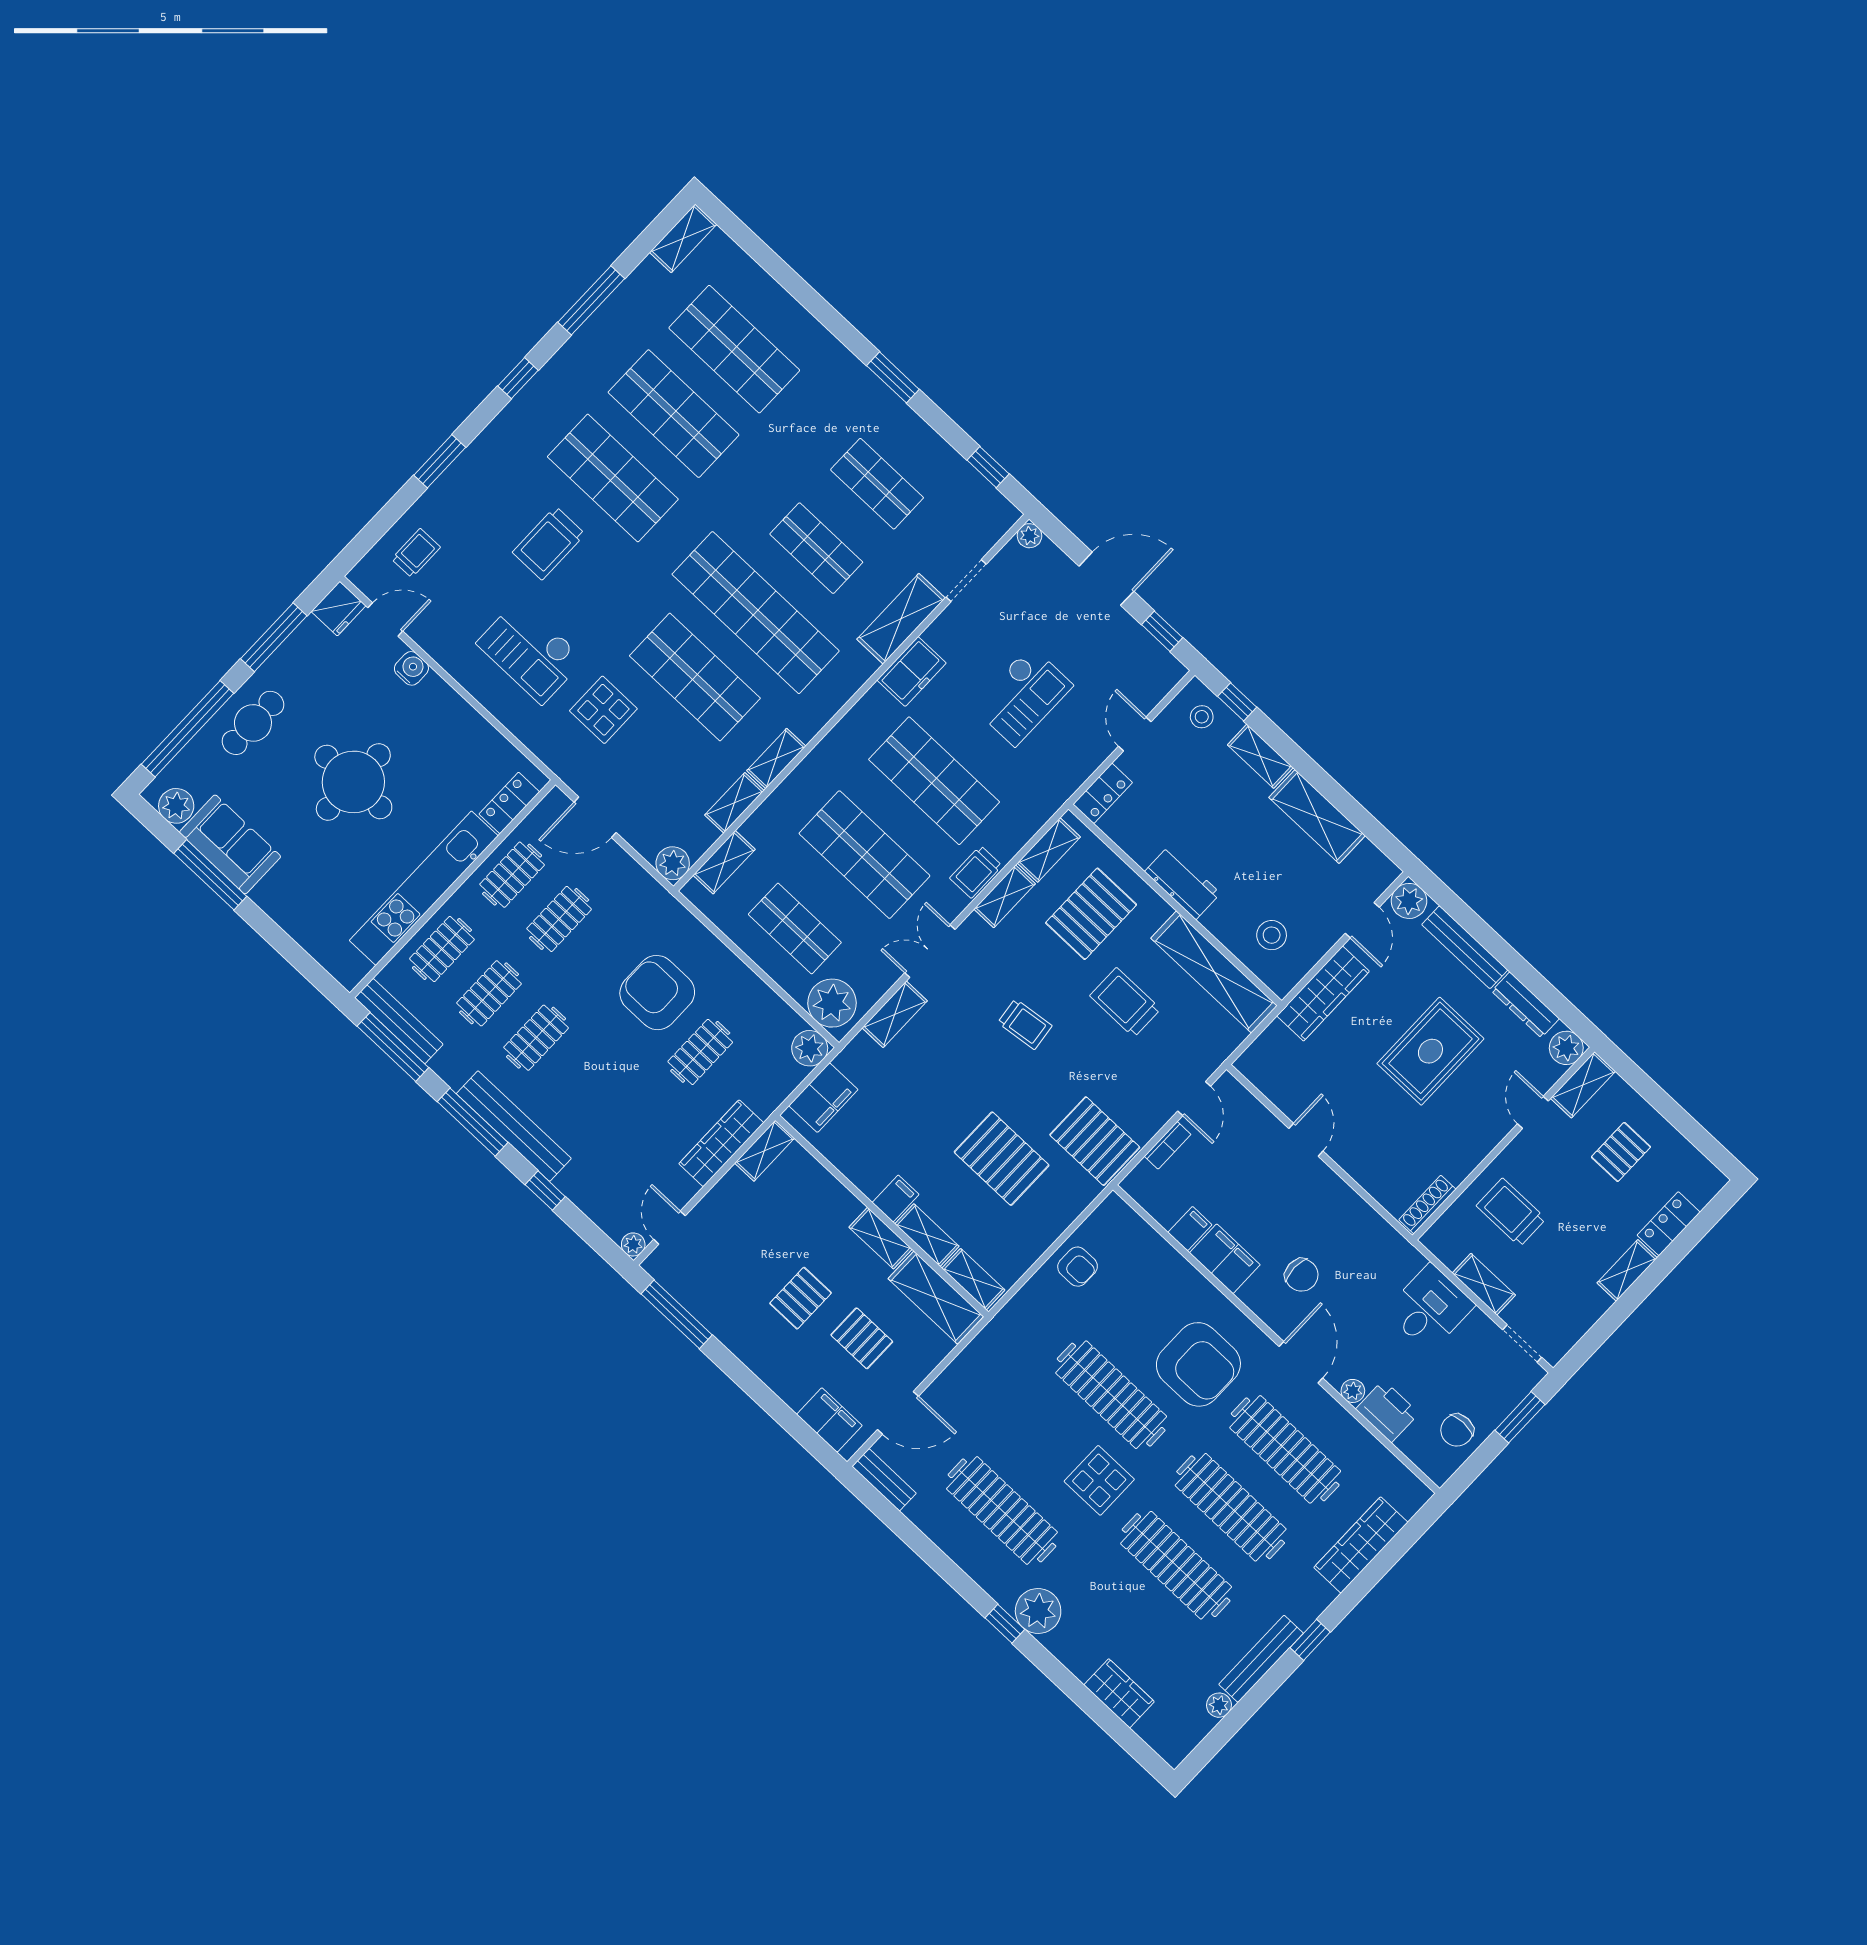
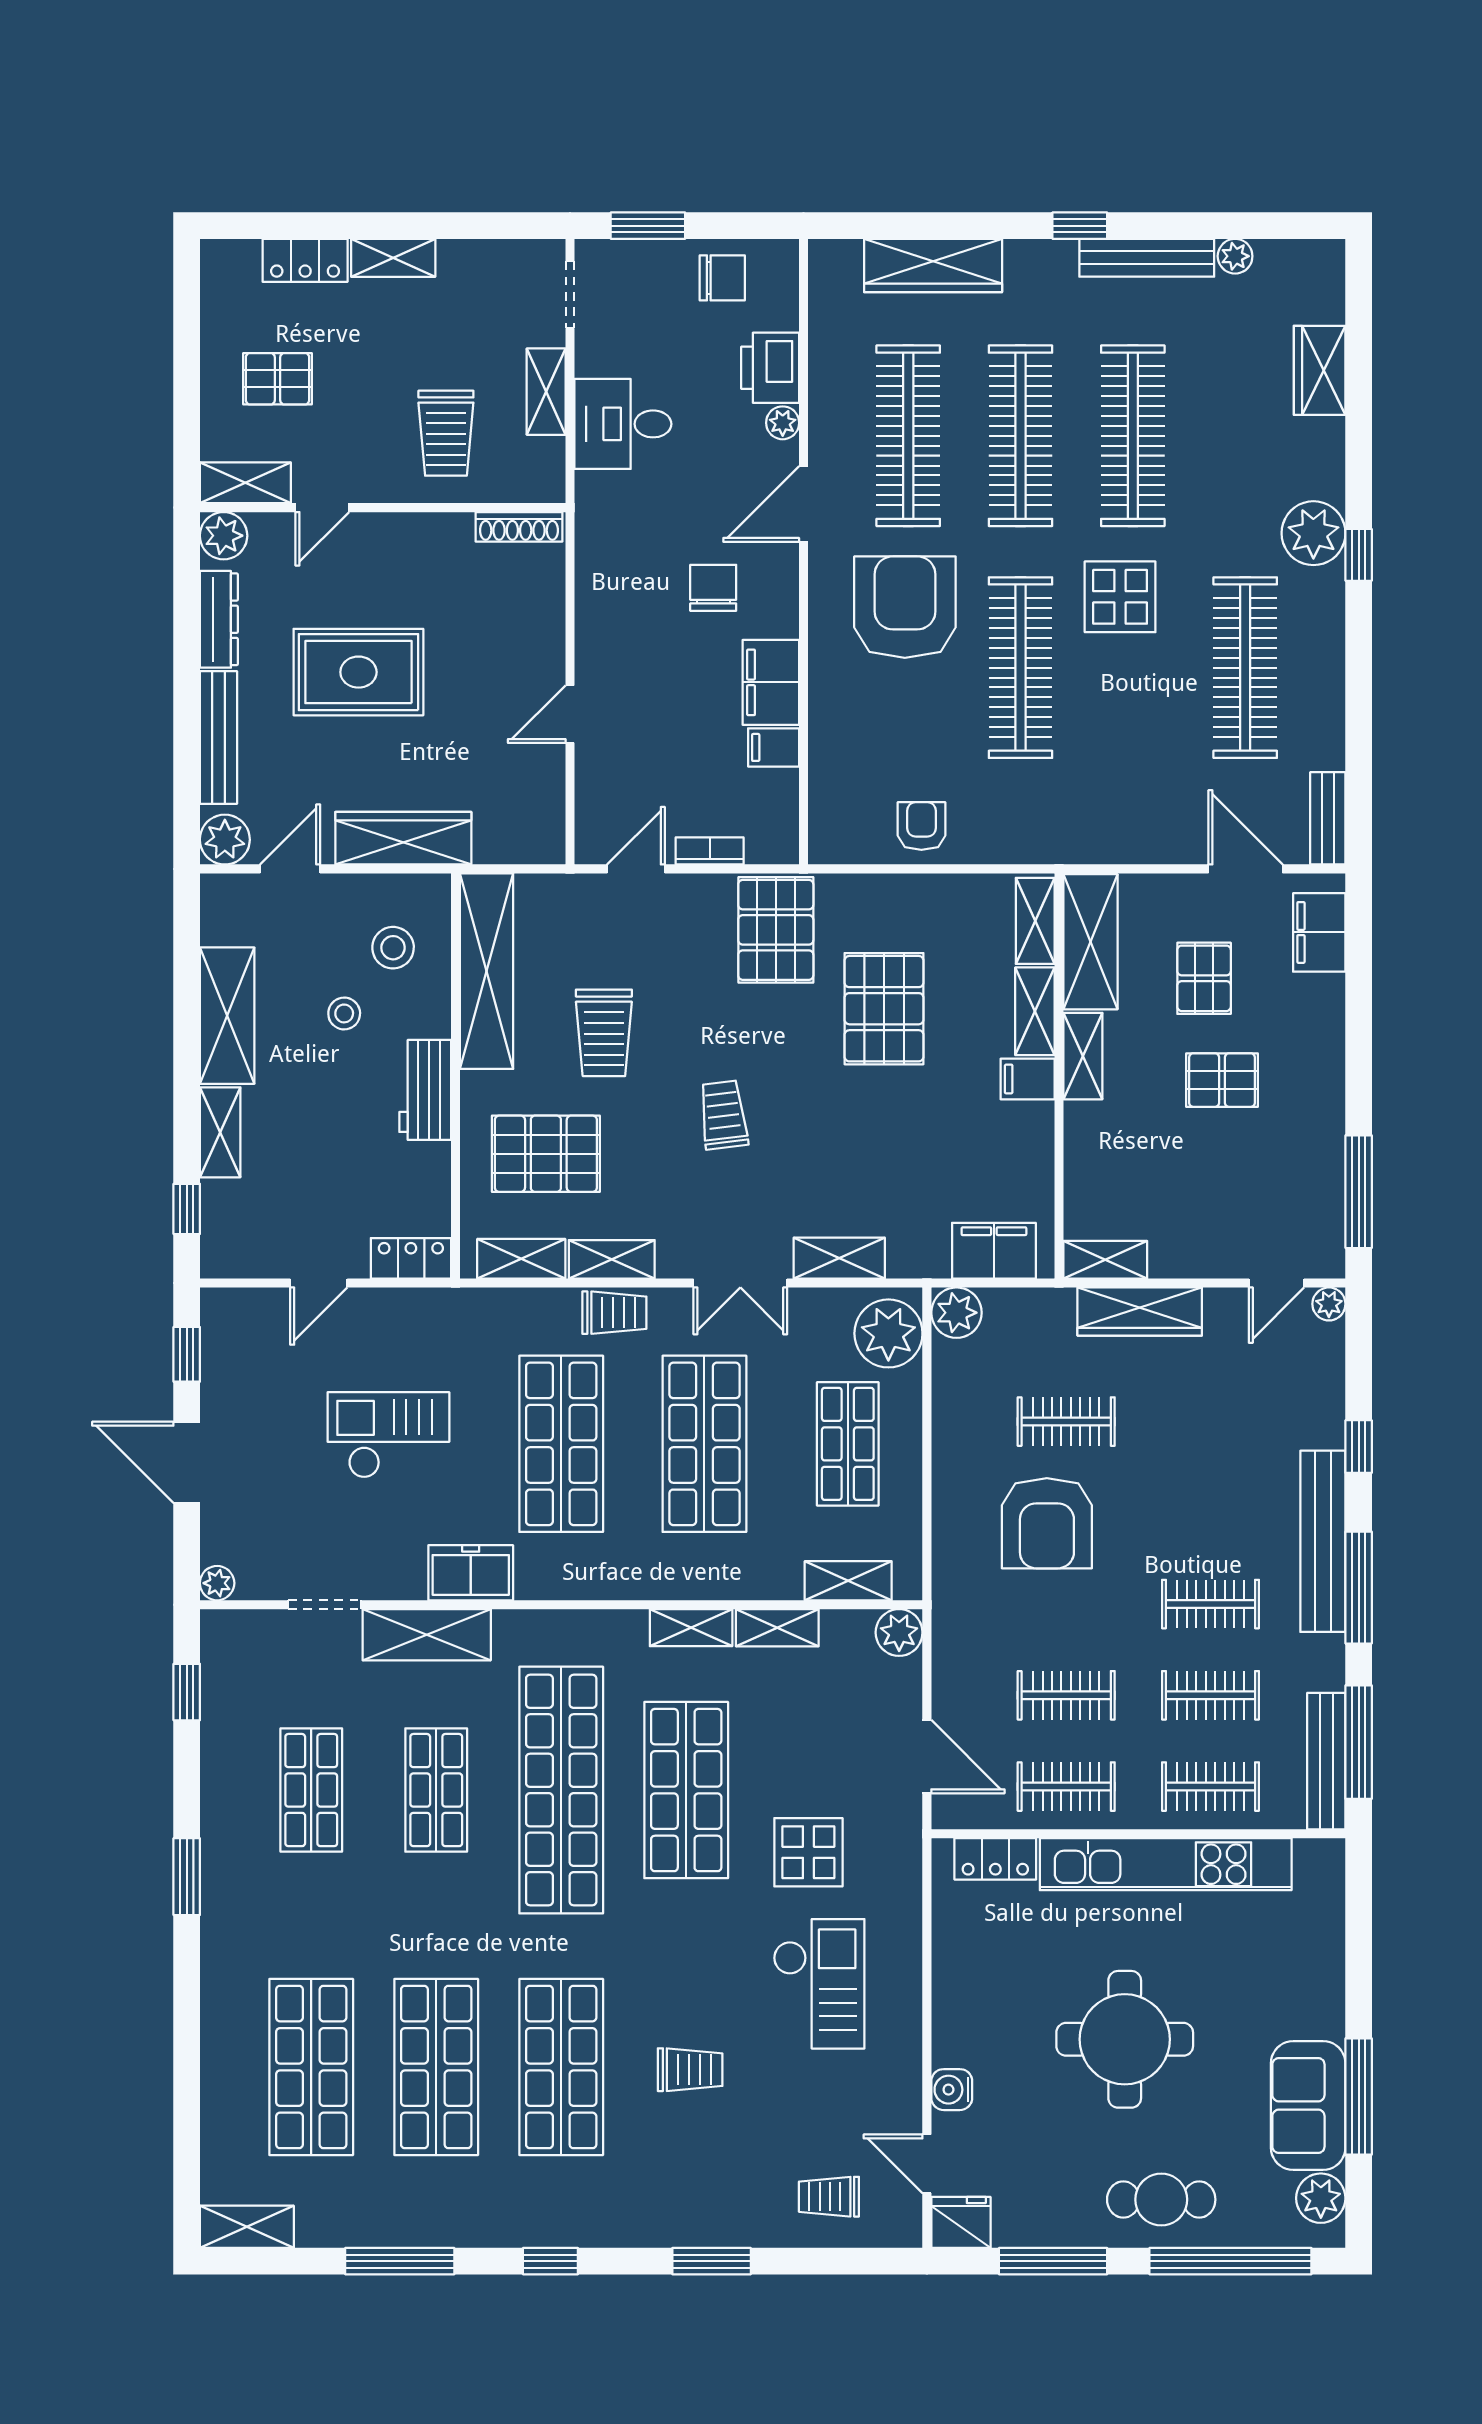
trolley: (549, 543) -> (690, 2070), width x0.73, depth x0.72
stool: (1202, 717) -> (344, 1013), moved

